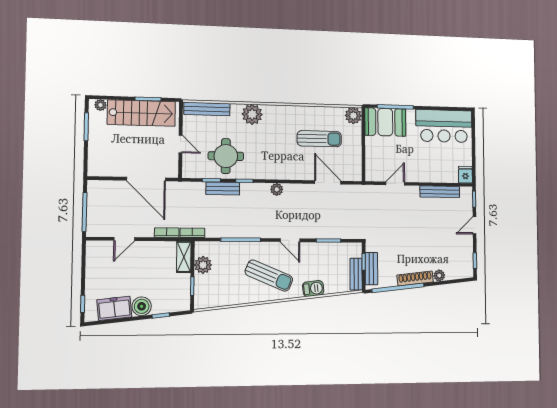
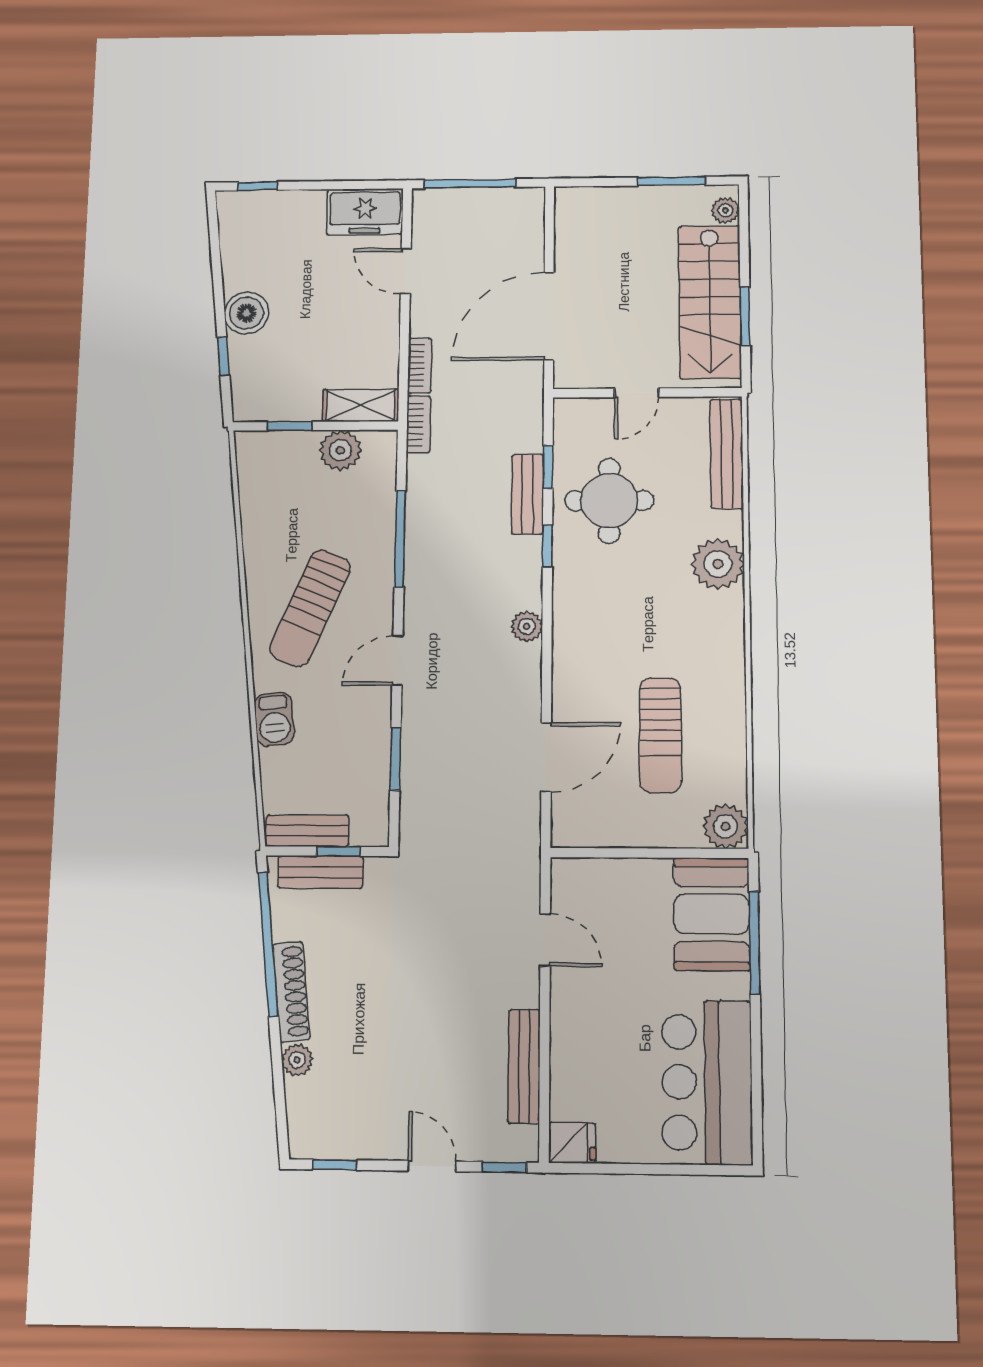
freezer: (114, 308) -> (365, 212), moved, turned 96

